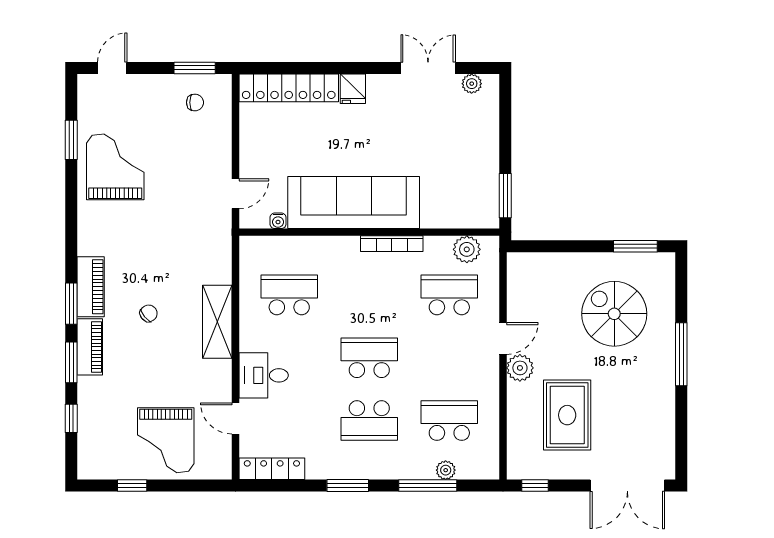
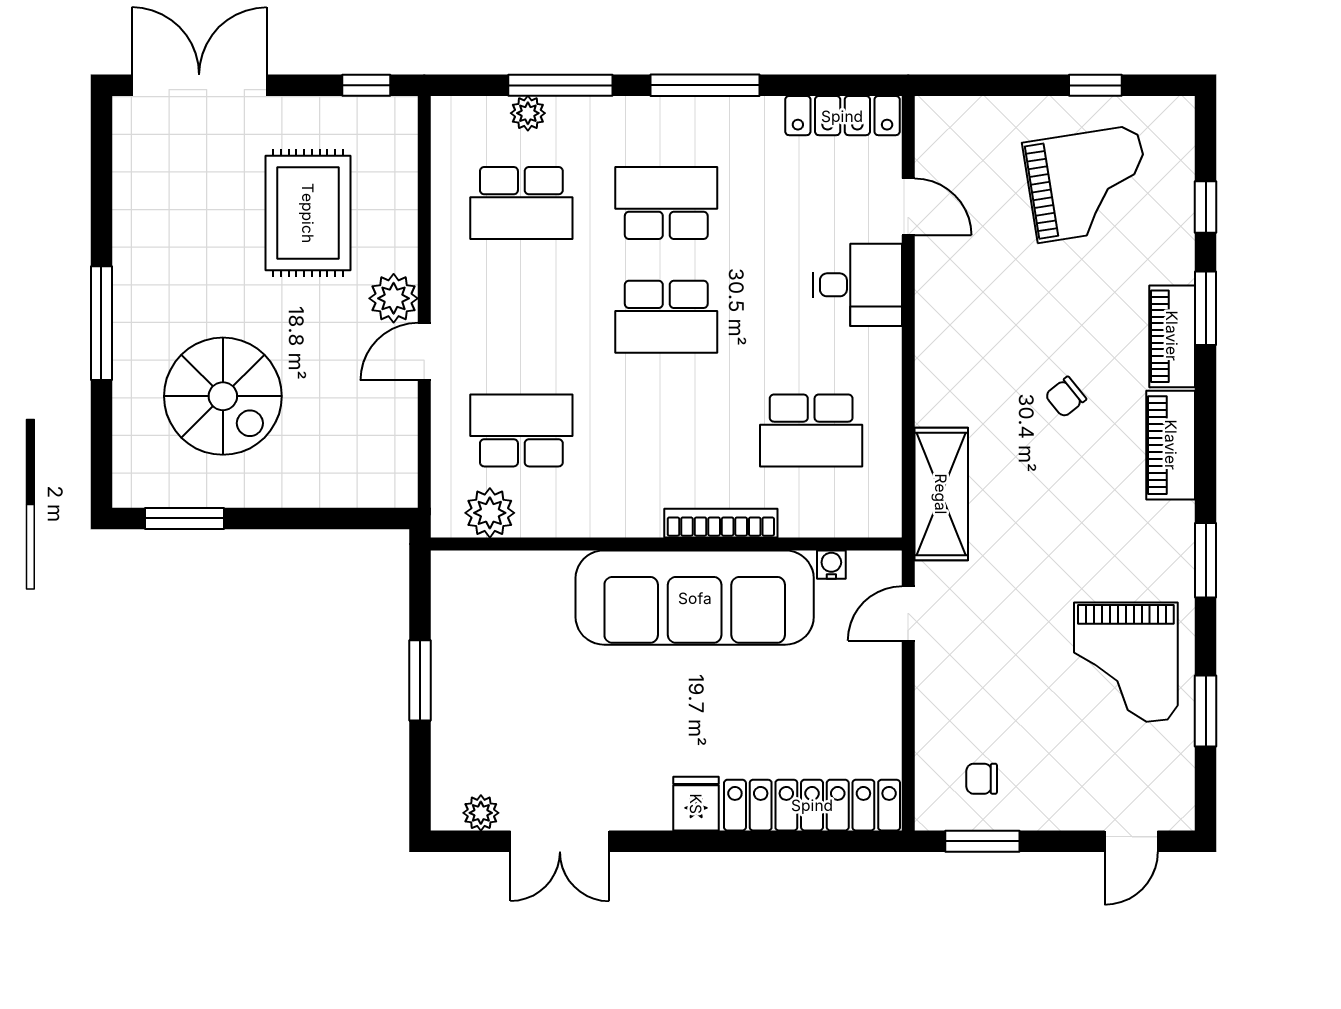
window: (505, 196) -> (420, 680), moved
bookcase: (392, 244) -> (721, 523), moved
school desk: (449, 295) -> (521, 430), turned 180
window: (71, 304) -> (1206, 560), moved
shelving: (217, 322) -> (941, 494), moved
grand piano: (166, 440) -> (1088, 184), moved, turned 81
window: (348, 486) -> (705, 85), width x1.44

